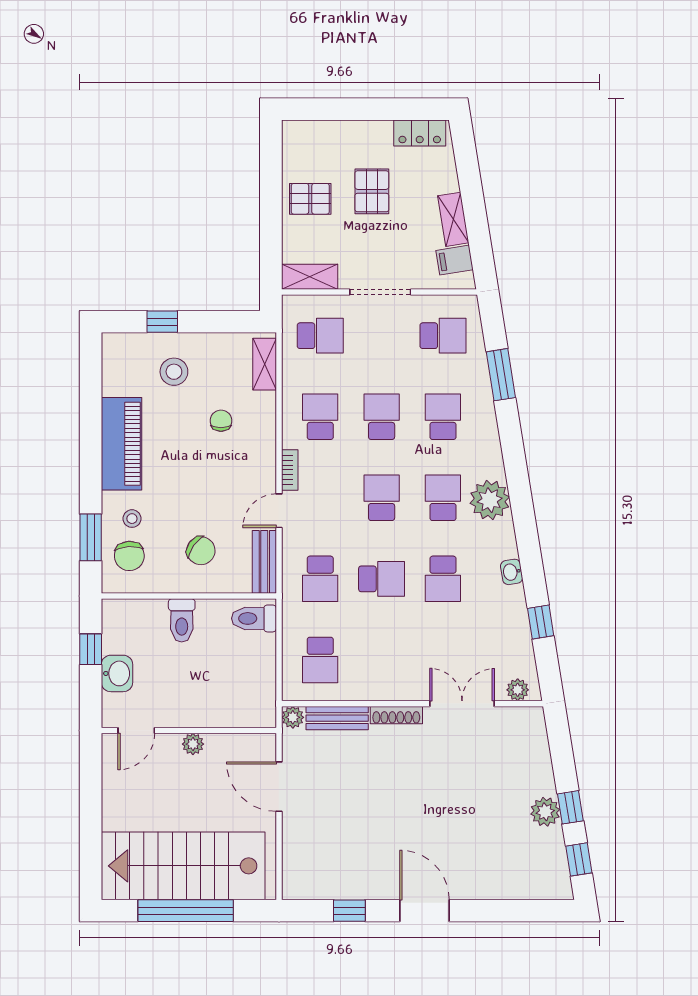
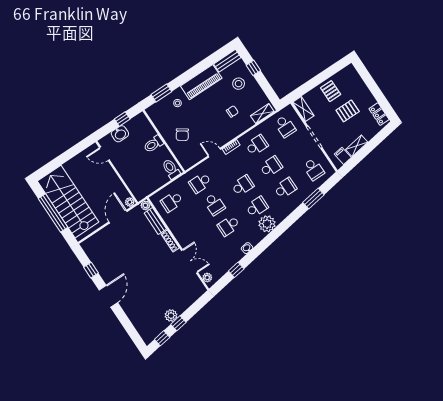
chair: (129, 556) -> (164, 111), removed
bench: (264, 562) -> (227, 61), moved
plant: (193, 744) -> (130, 202), moved

